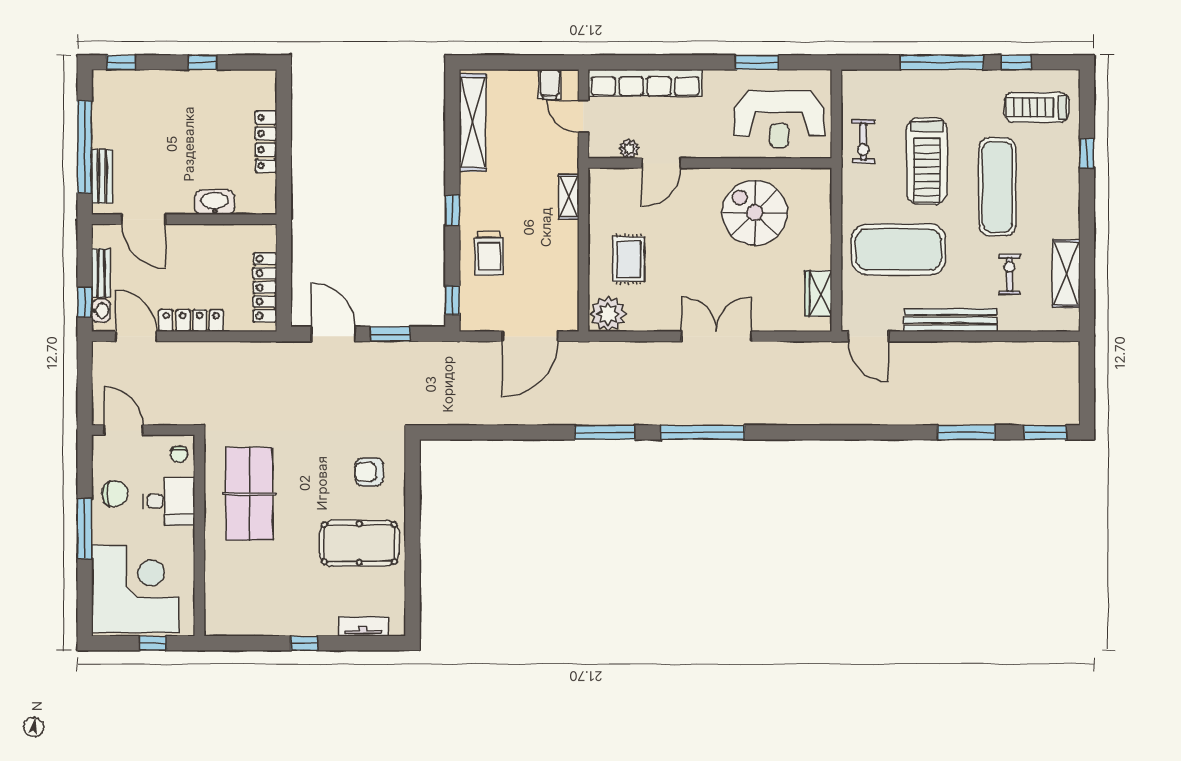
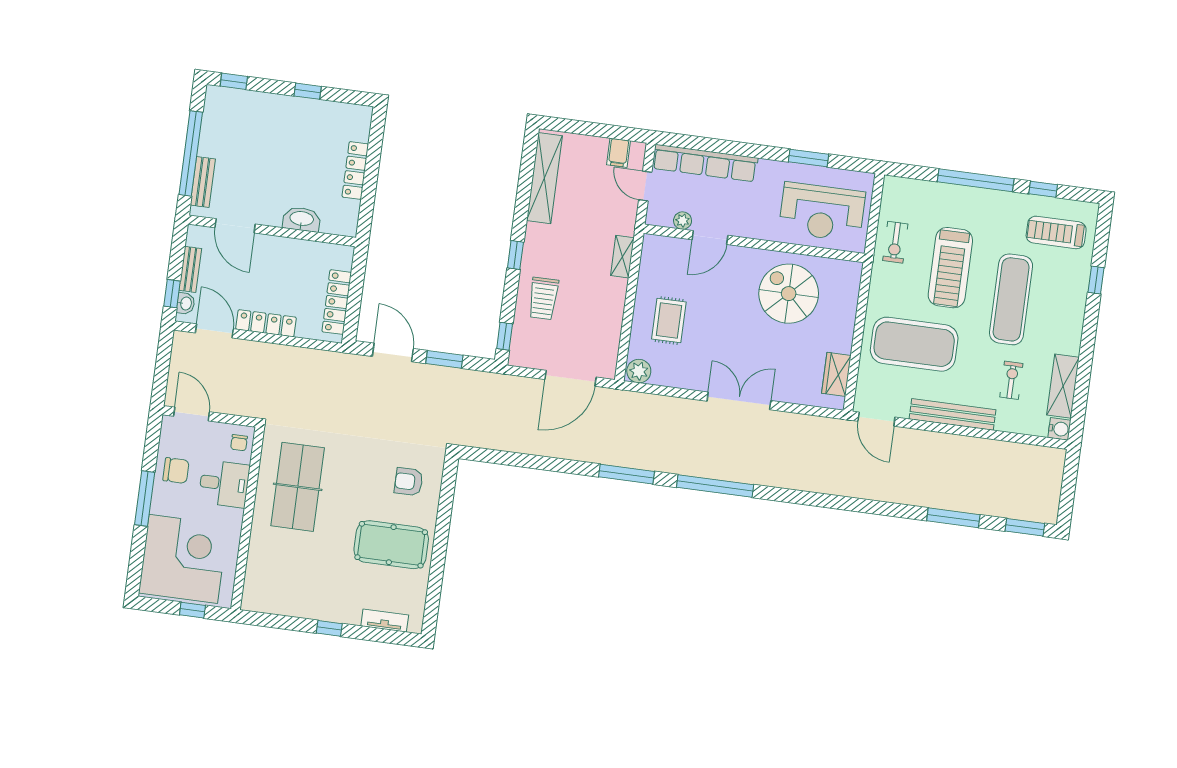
plant: (608, 314) -> (639, 371), width x0.73, depth x0.73
water cooler: (1069, 320) -> (1059, 429), added

